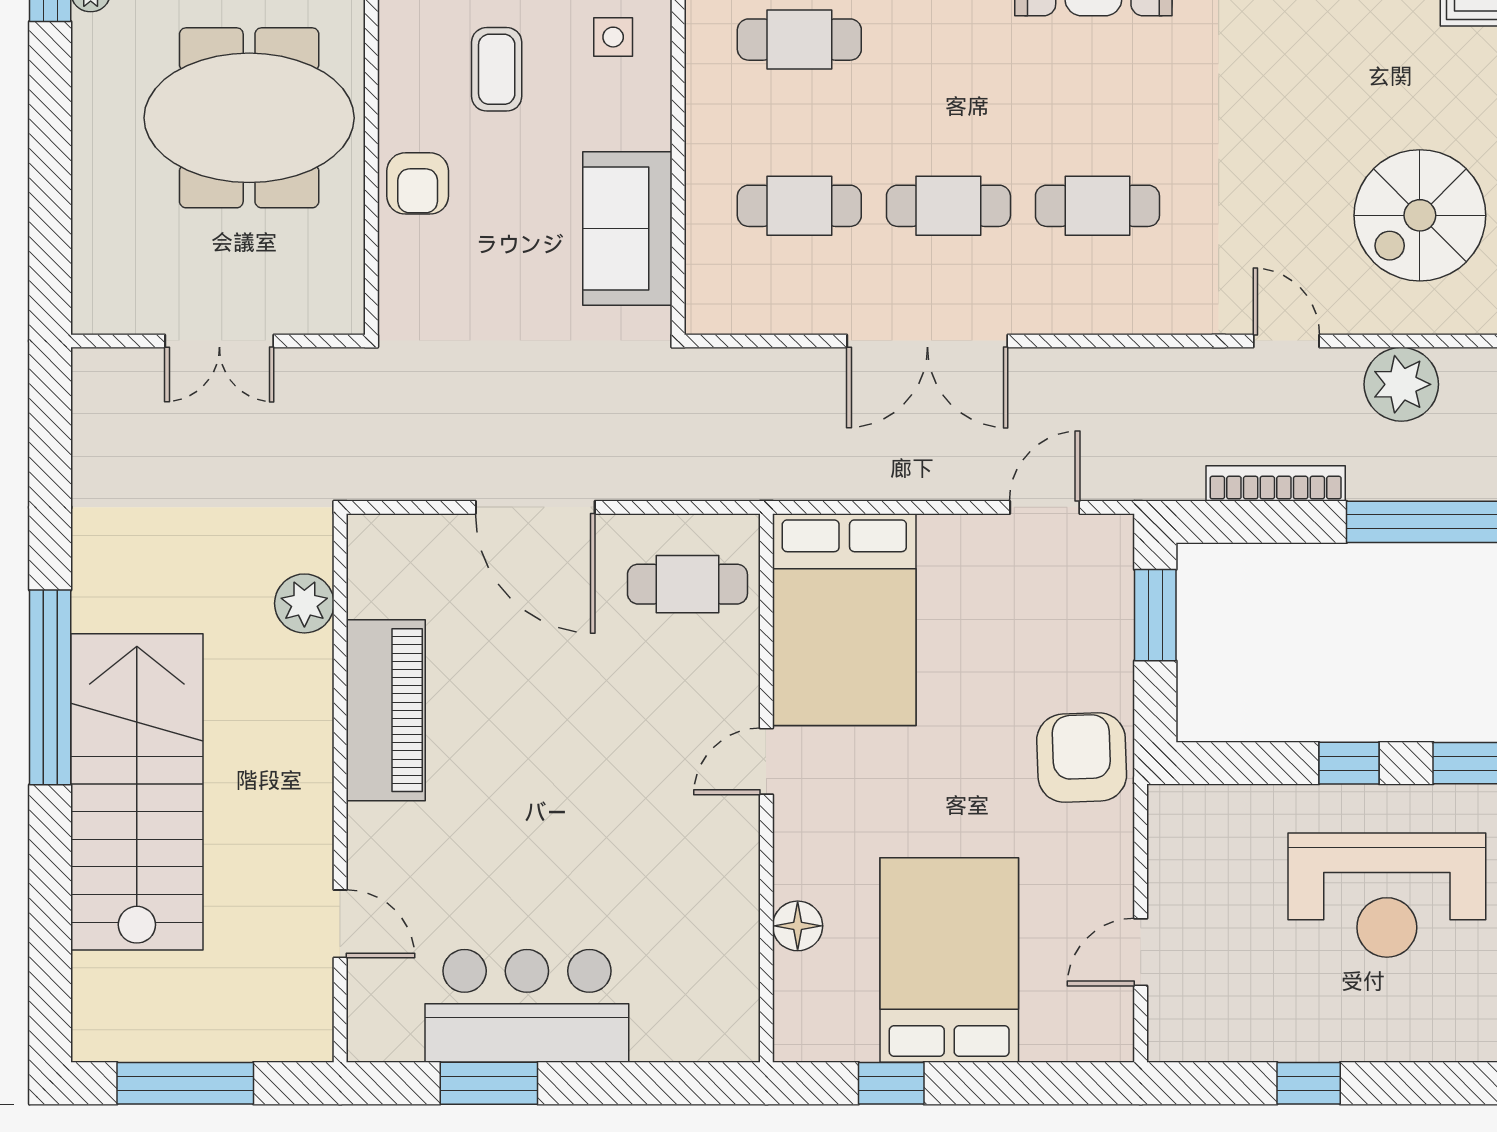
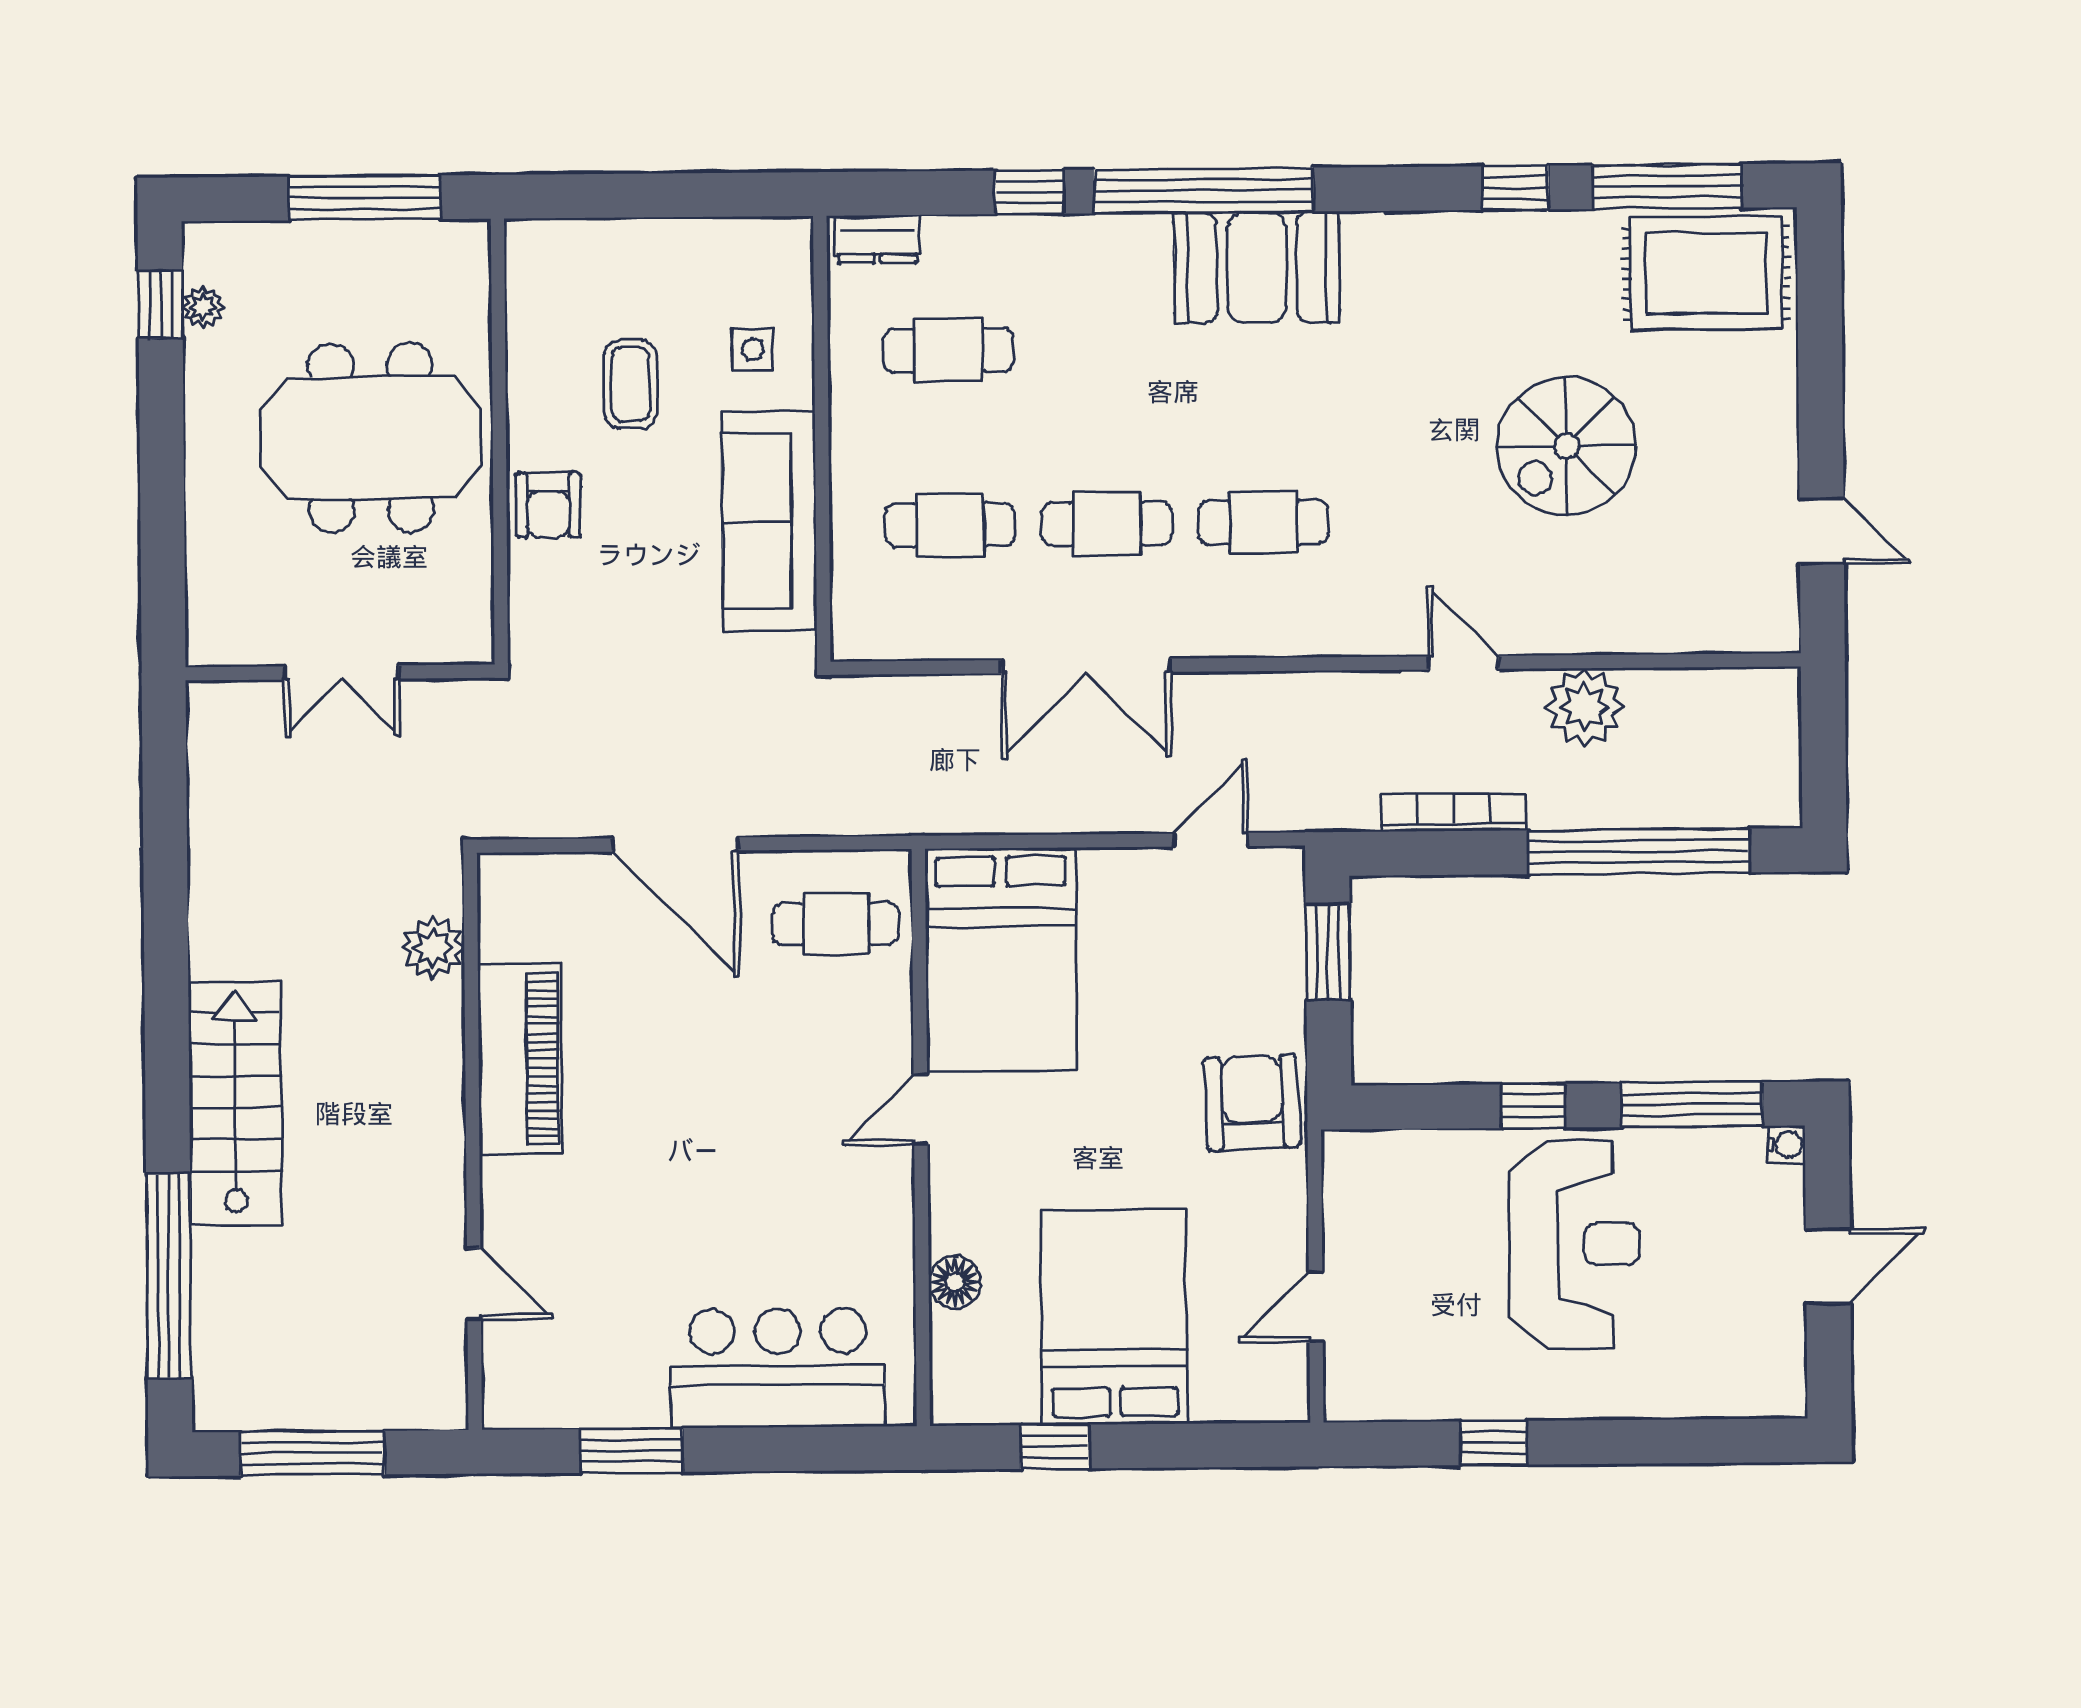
spiral stairs: (1420, 215) -> (1567, 446), moved
sofa: (627, 229) -> (769, 521), width x1.36
window: (50, 687) -> (169, 1276), moved
stairs: (137, 792) -> (235, 1103), width x0.73, depth x0.66
reception desk: (1387, 895) -> (1574, 1244), turned -90
bar counter: (527, 1006) -> (778, 1368), moved

